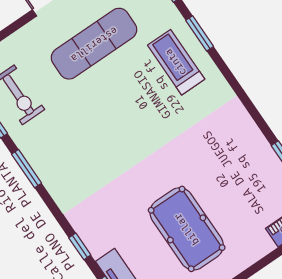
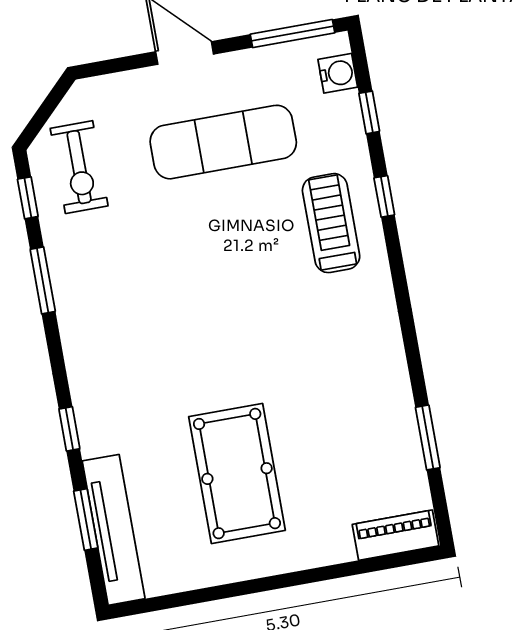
window: (200, 33) -> (384, 196), width x0.67

